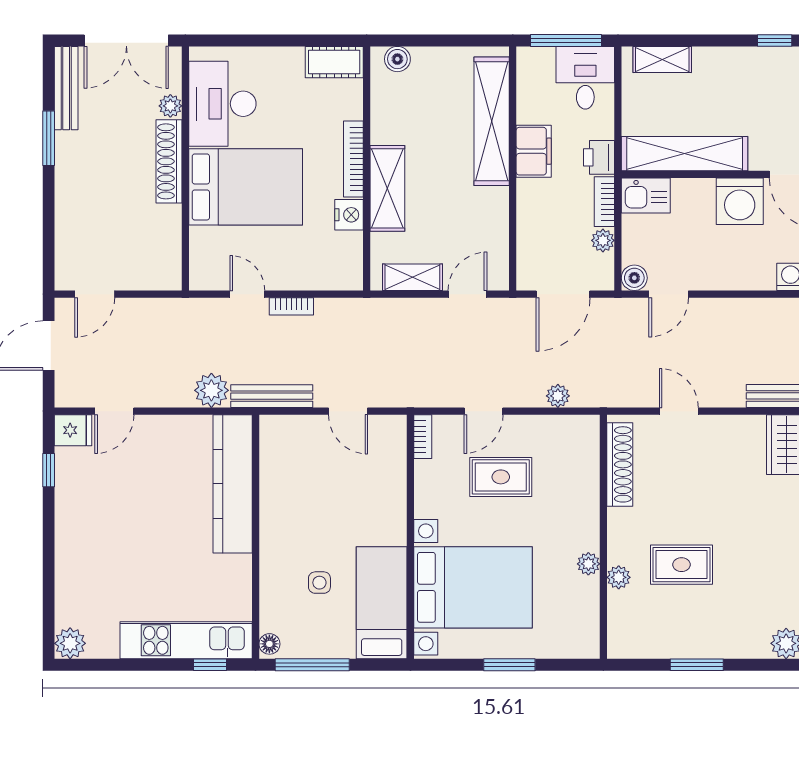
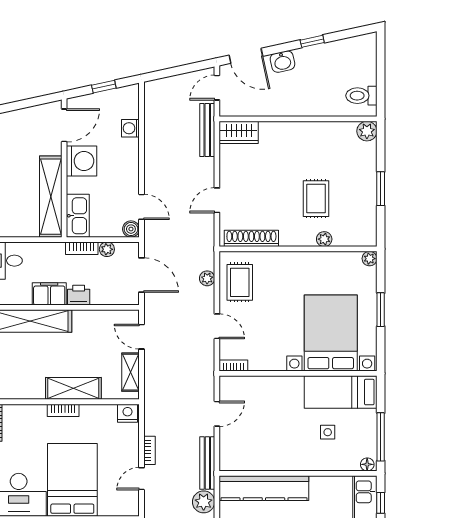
printer: (599, 157) -> (79, 295), moved, turned 180
bookcase: (353, 159) -> (63, 410), width x0.64
kitchen sink: (646, 195) -> (78, 216), width x1.38
nightstand: (349, 215) -> (128, 413), moved
rug: (501, 477) -> (240, 282), moved
plant: (588, 564) -> (370, 259), moved

